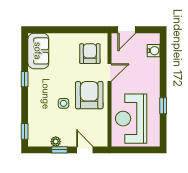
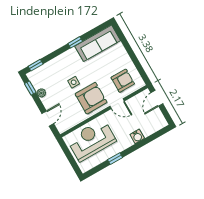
door: (127, 30) -> (157, 98), hinge flipped
sofa: (38, 51) -> (98, 43), width x1.36
water cooler: (154, 51) -> (137, 136), moved
window: (60, 150) -> (30, 88), moved

